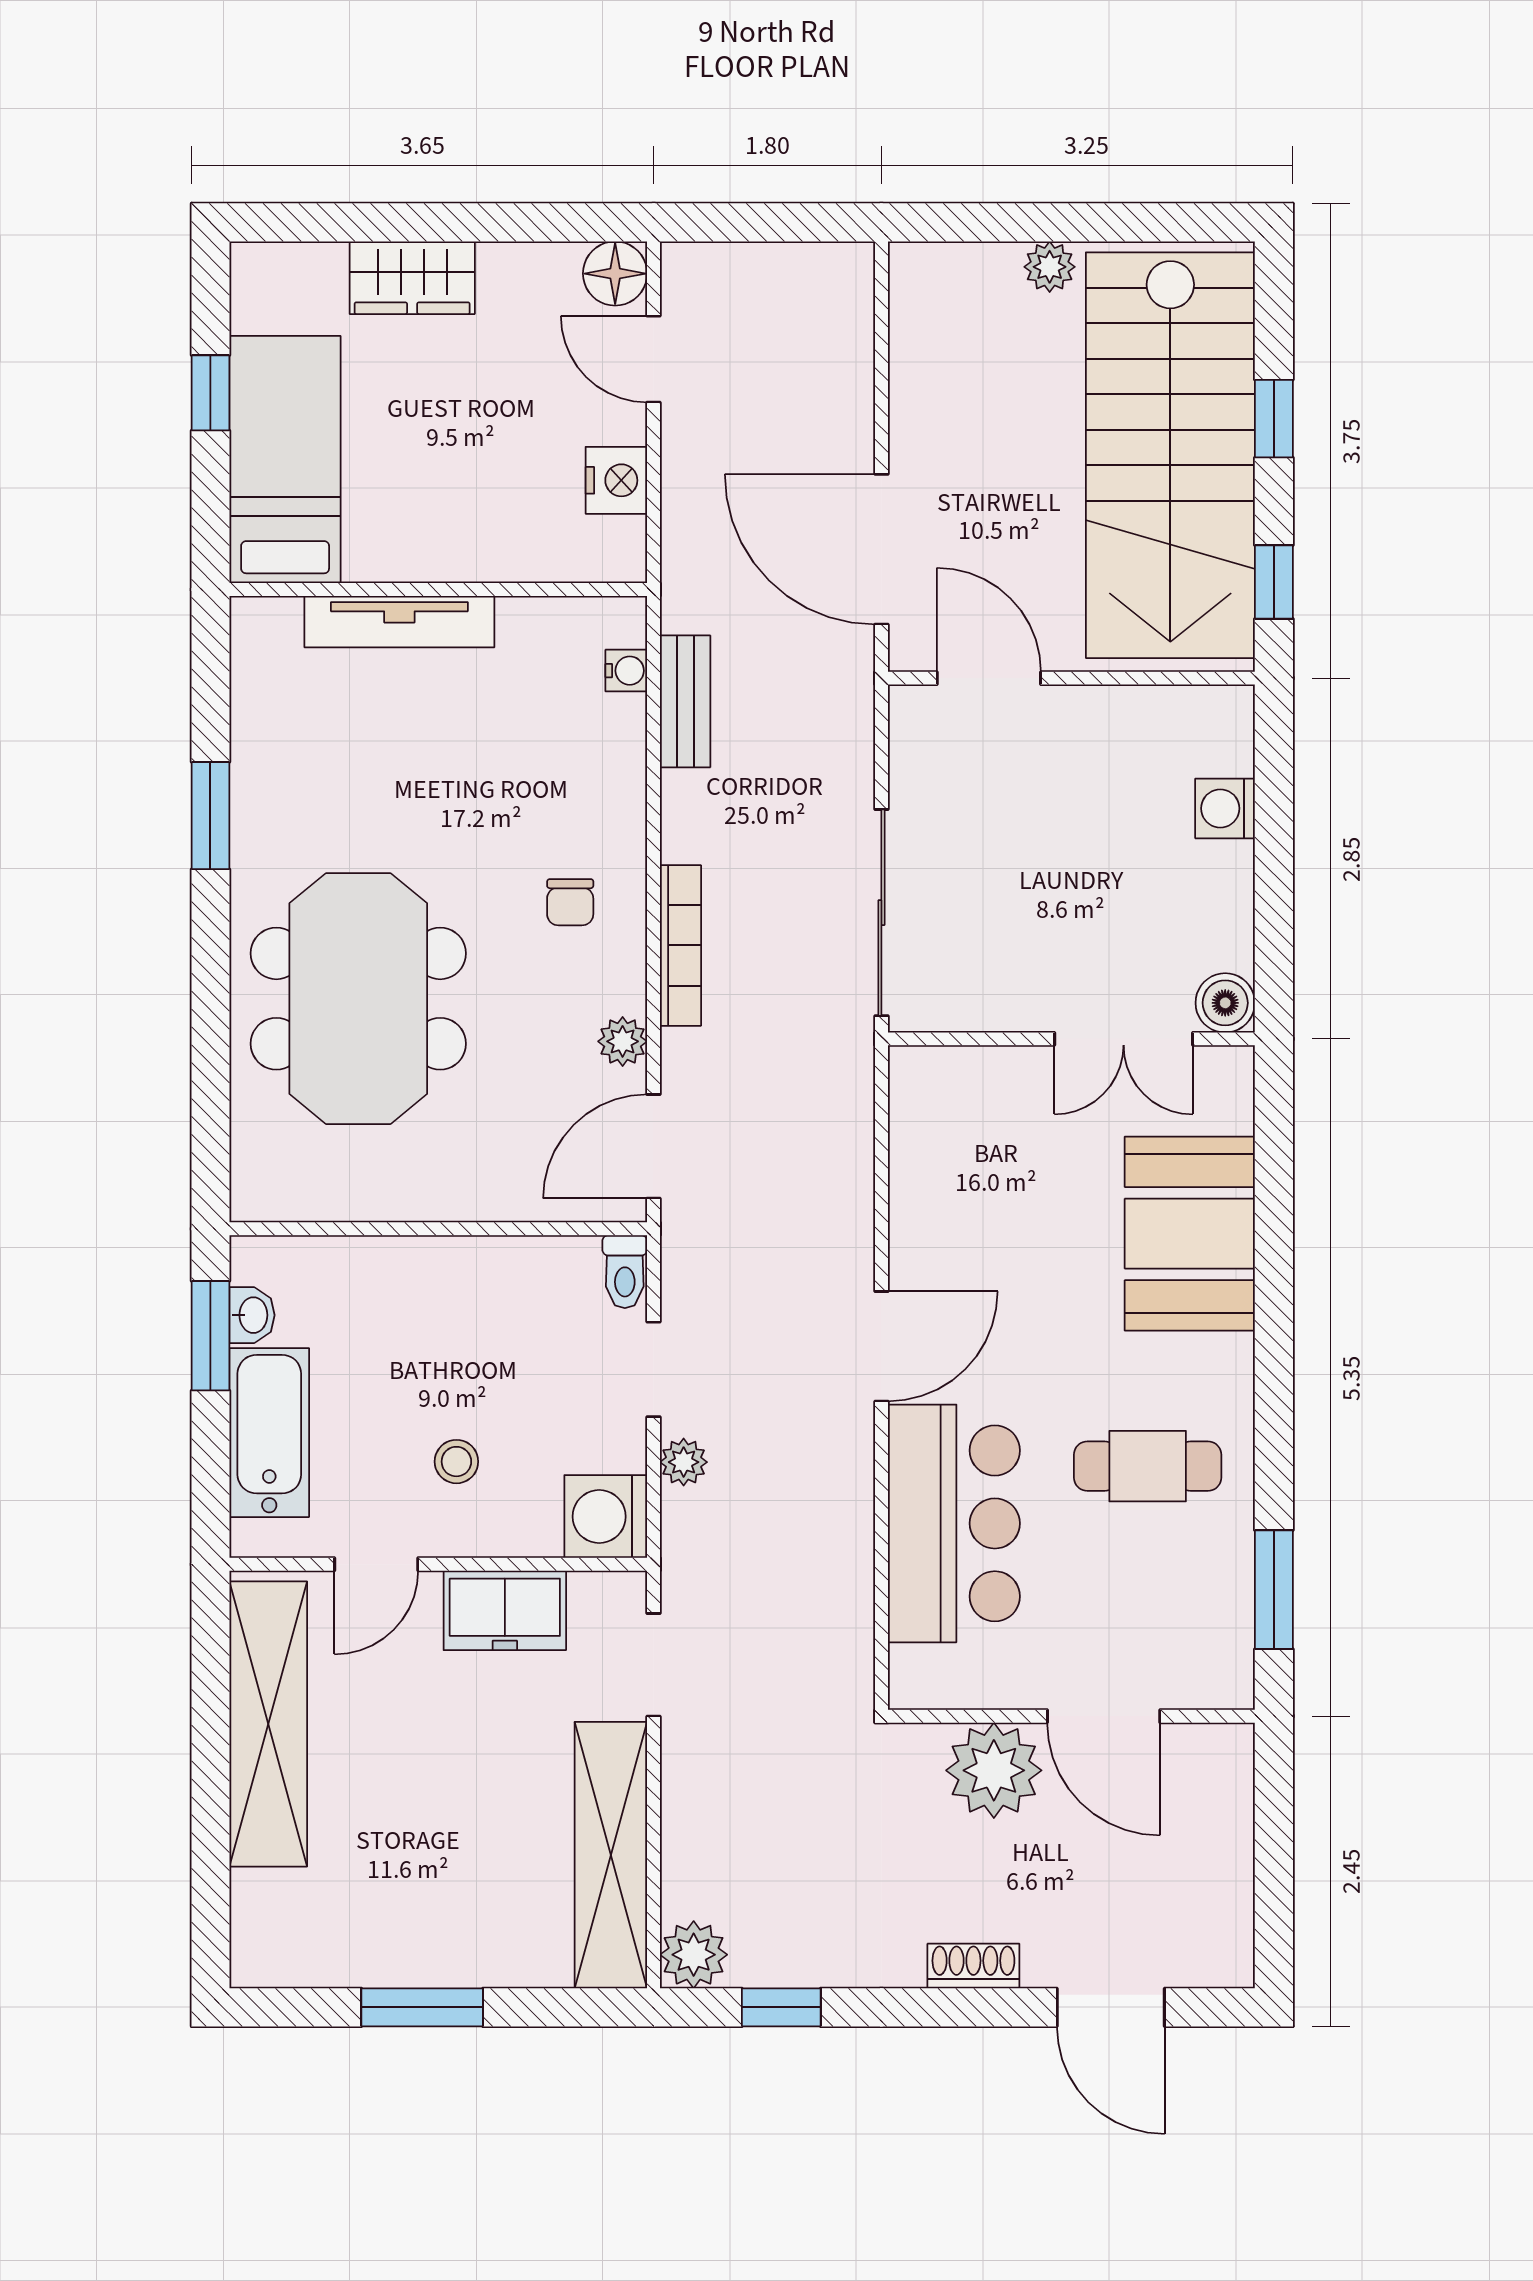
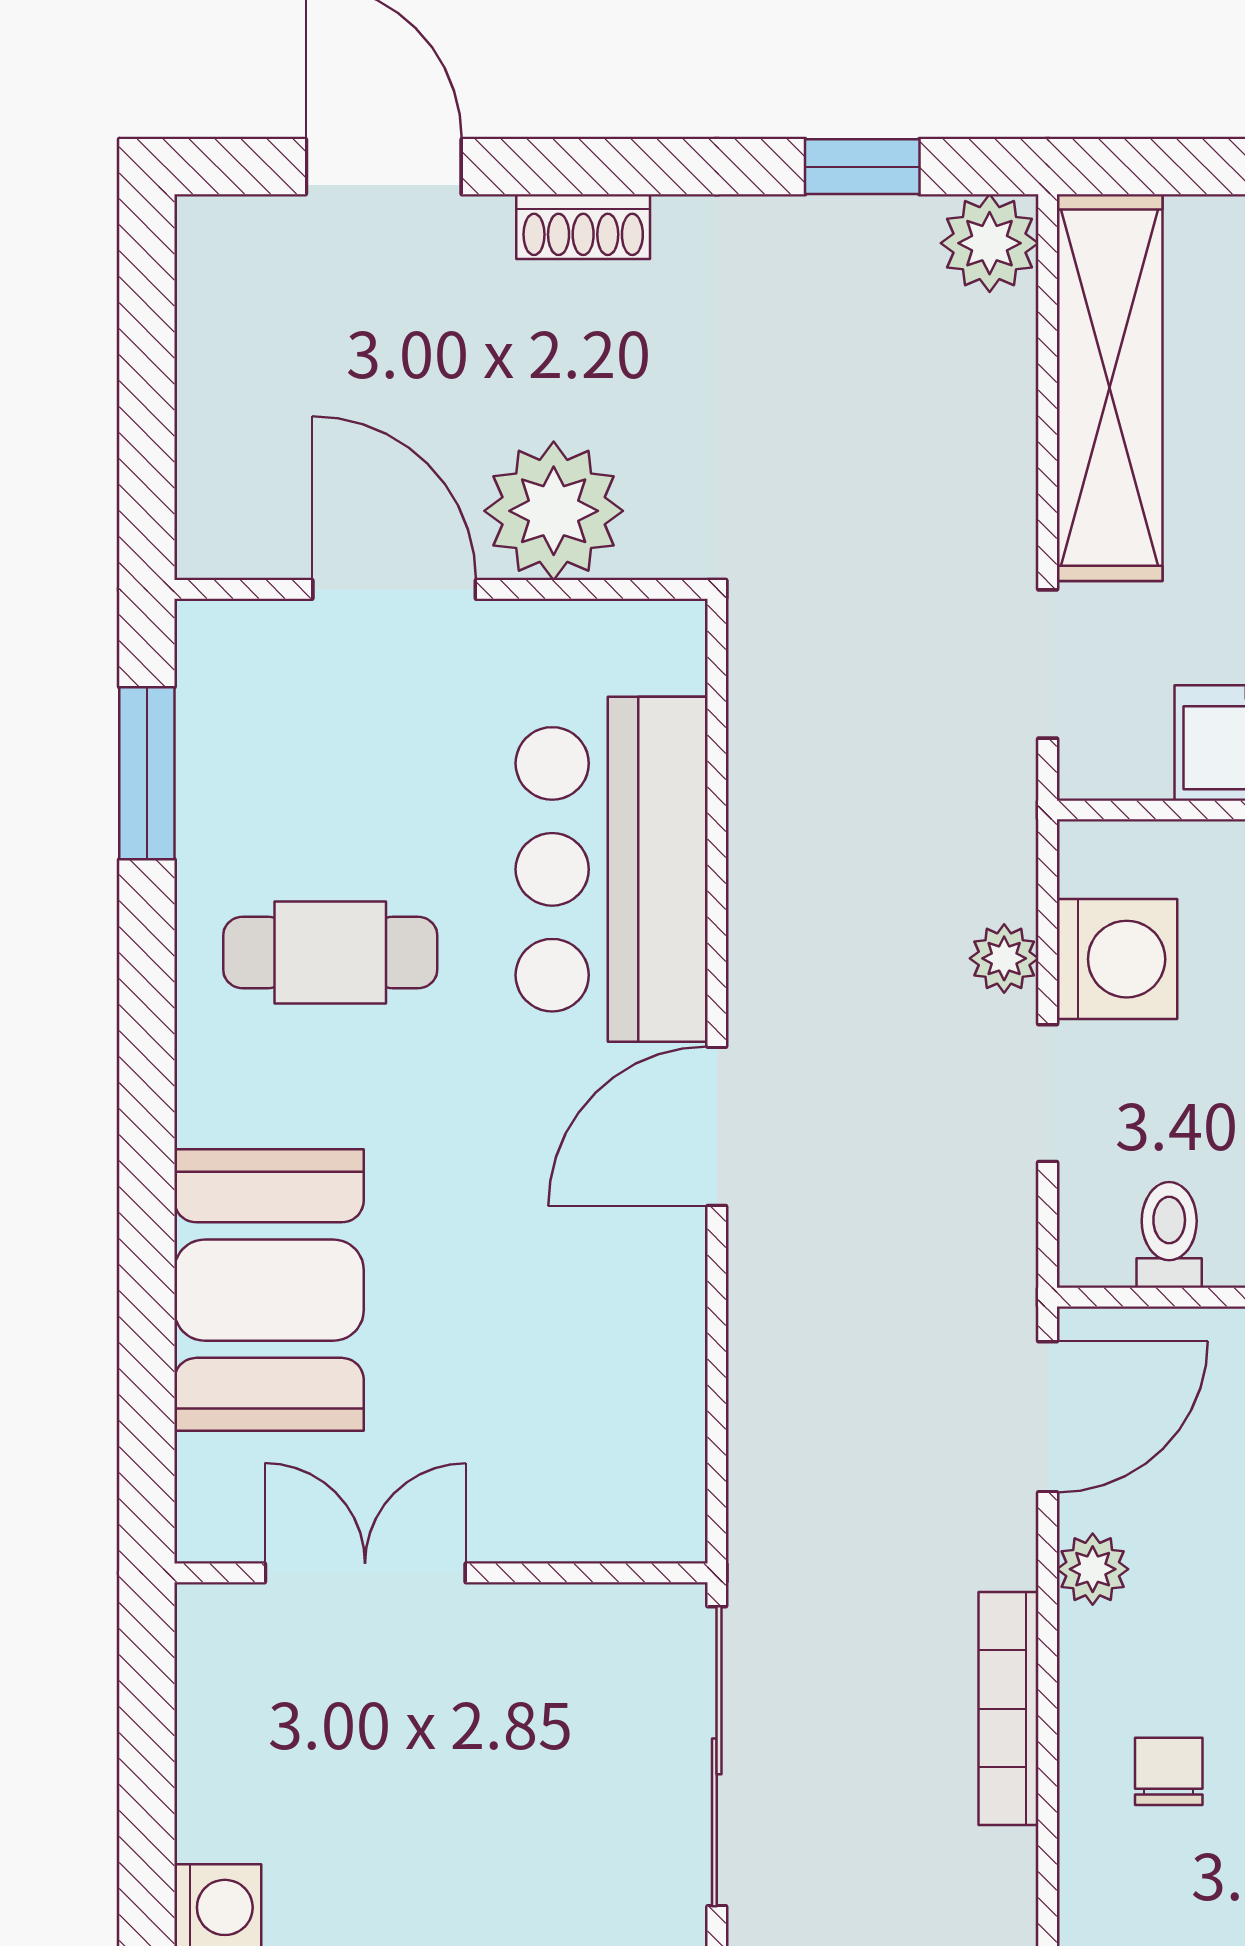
boiler: (1225, 1003) -> (218, 1625), removed
toilet: (625, 1272) -> (1169, 1235), moved
washing machine: (606, 1517) -> (1117, 959), moved

